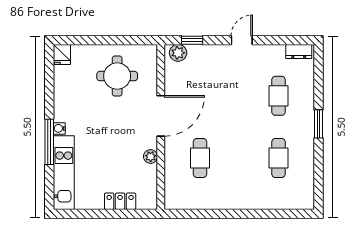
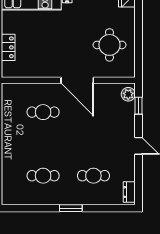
plant: (151, 157) -> (44, 72), removed

